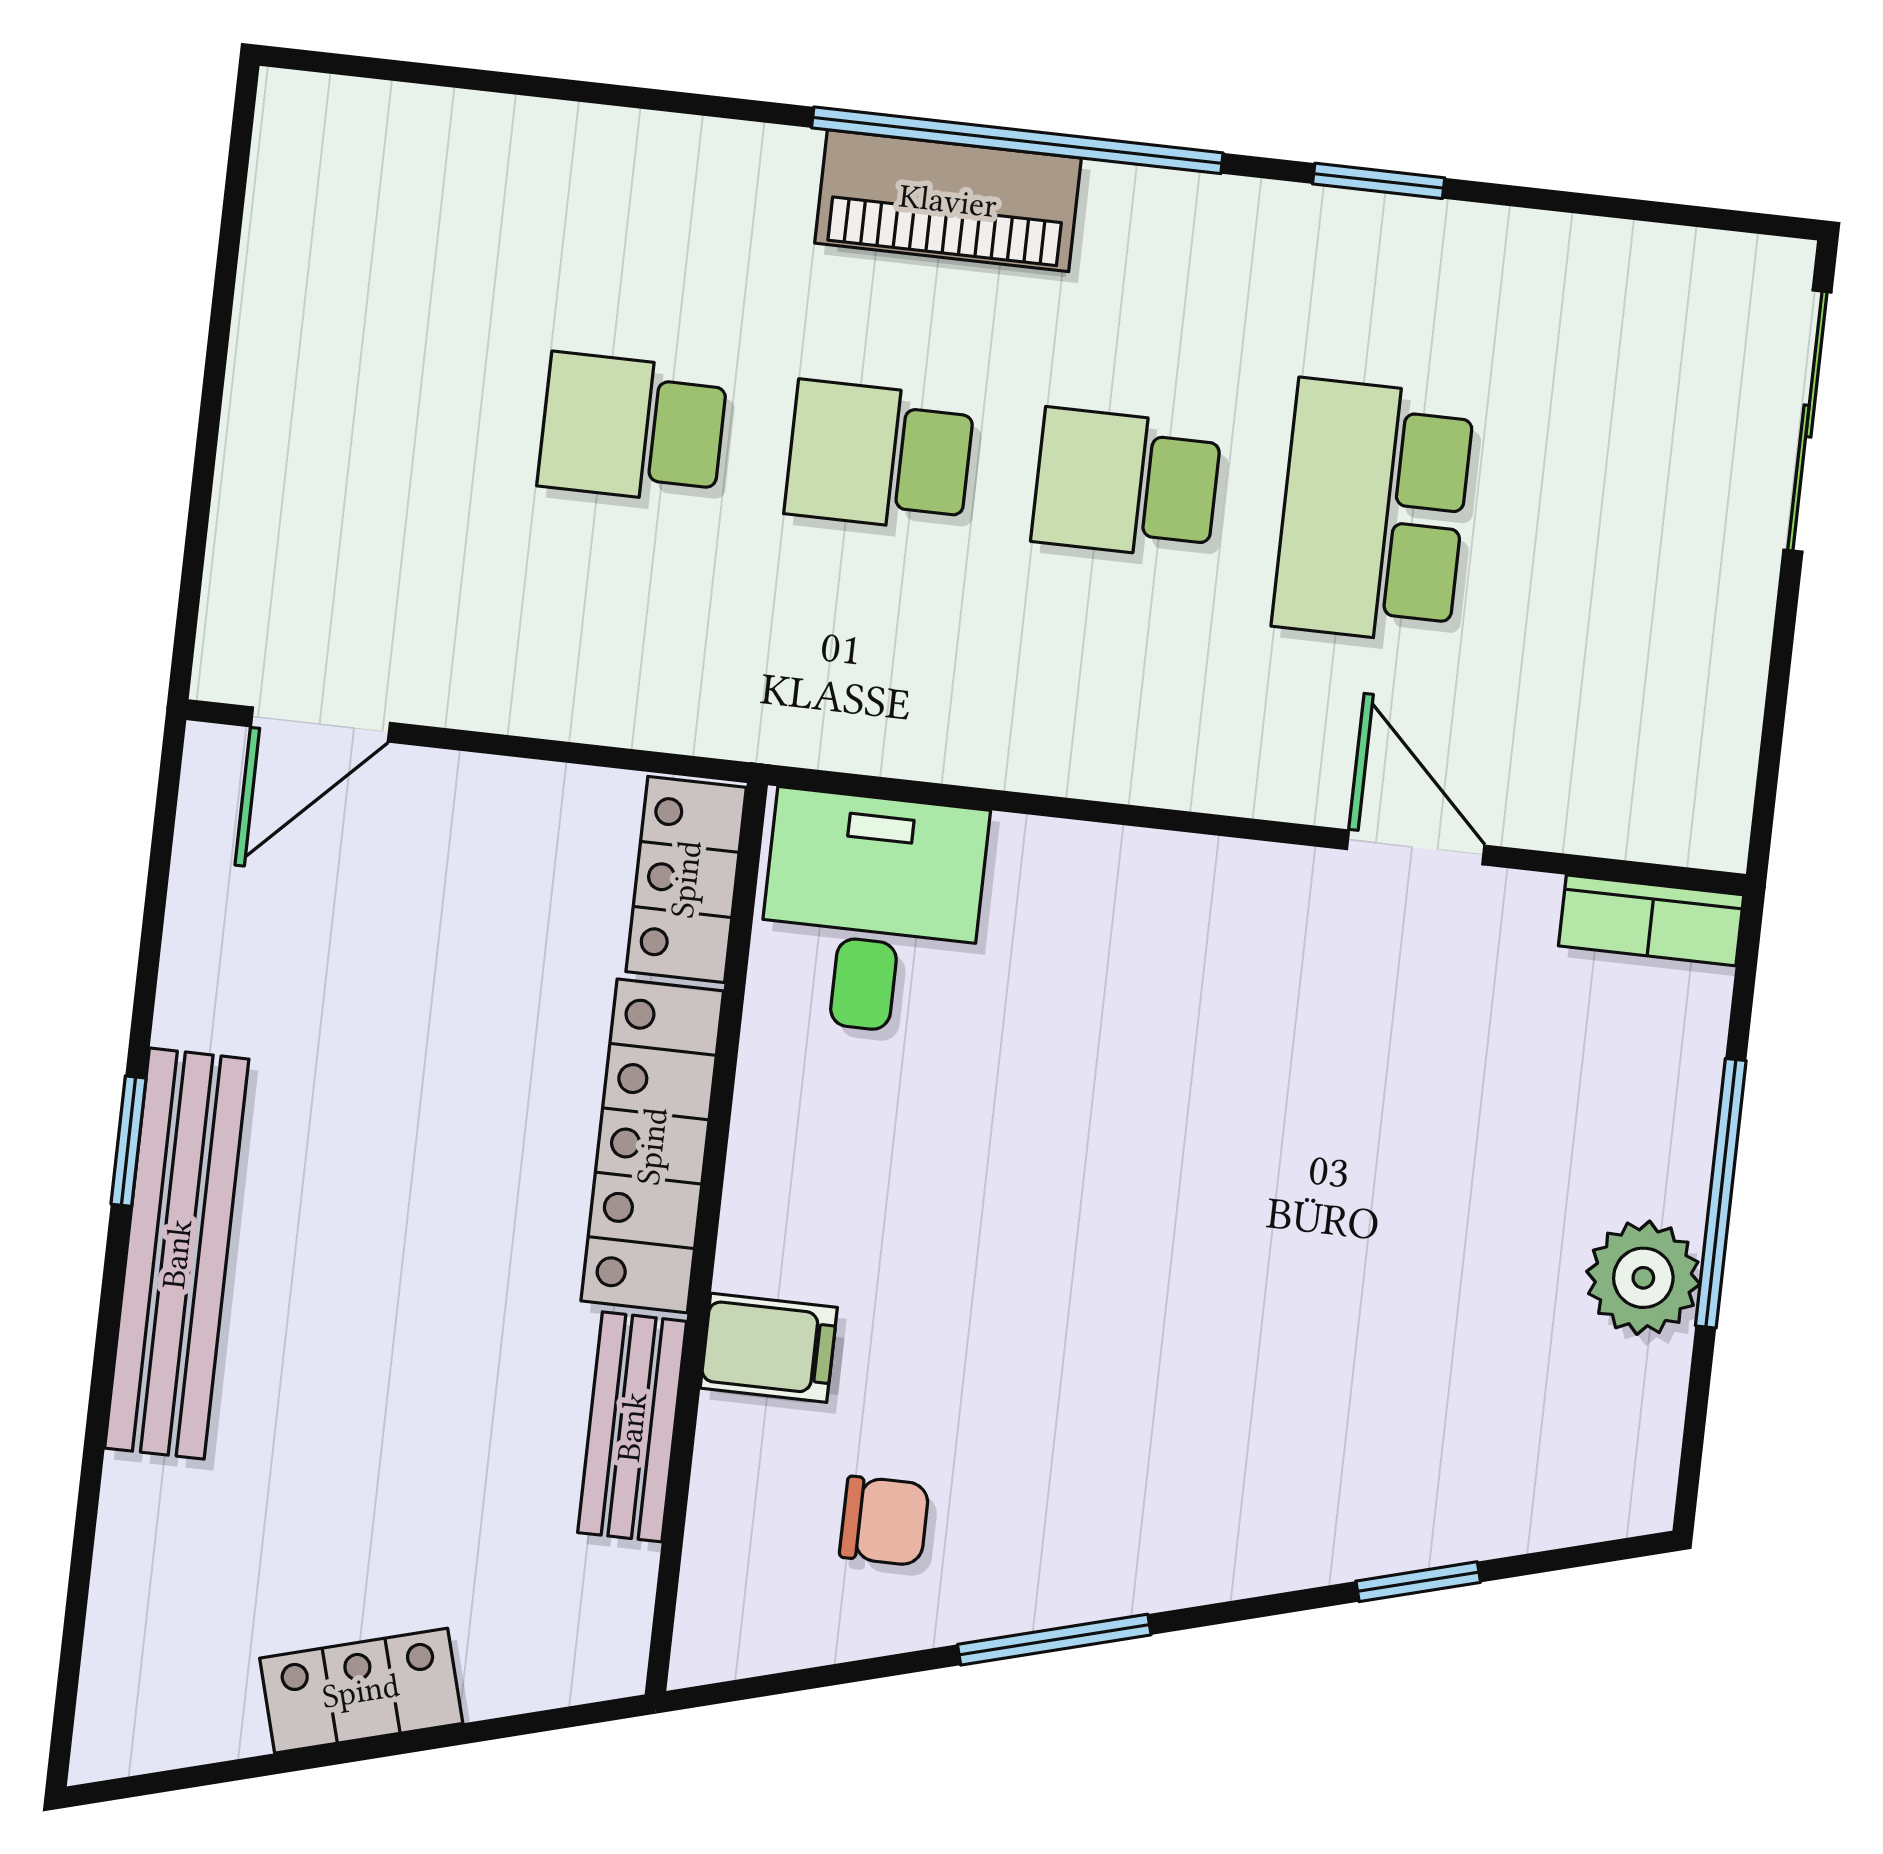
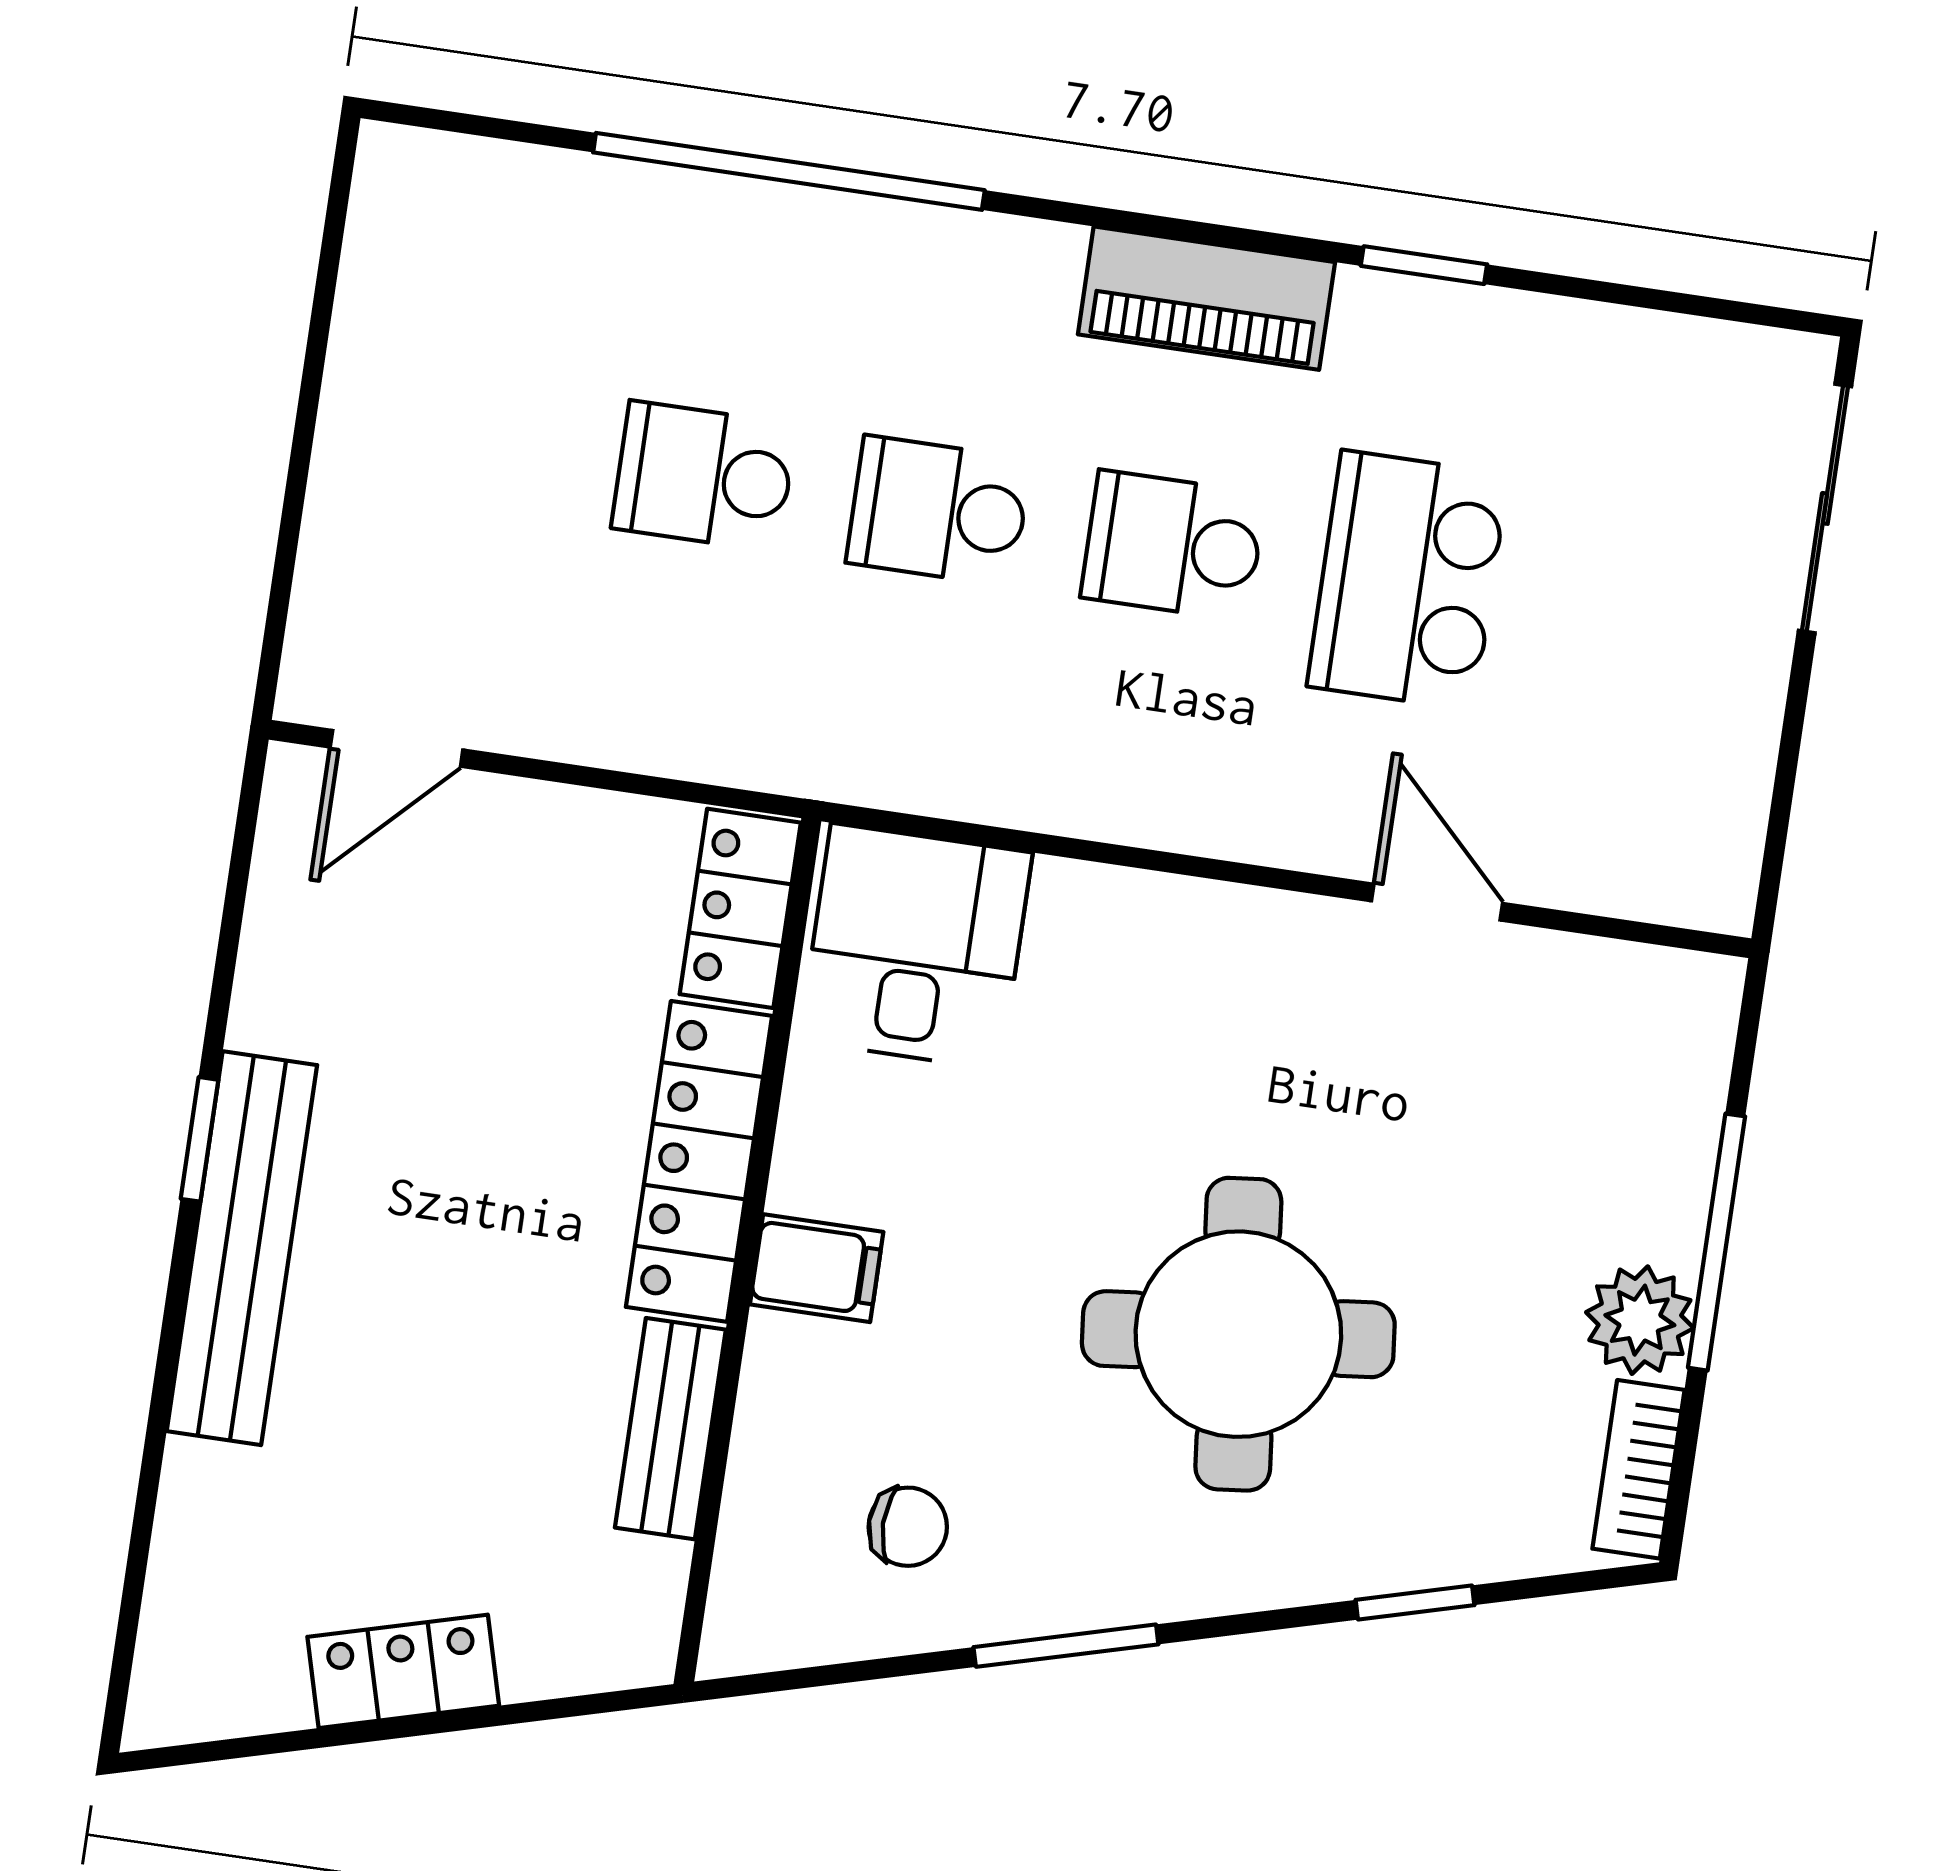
window: (1017, 140) -> (789, 171), moved
piano: (948, 201) -> (1206, 298), moved
bookcase: (1651, 920) -> (1638, 1469), moved, turned 90
round table: (1223, 1307) -> (1238, 1334), added
filing cabinet: (769, 1348) -> (817, 1268), moved

